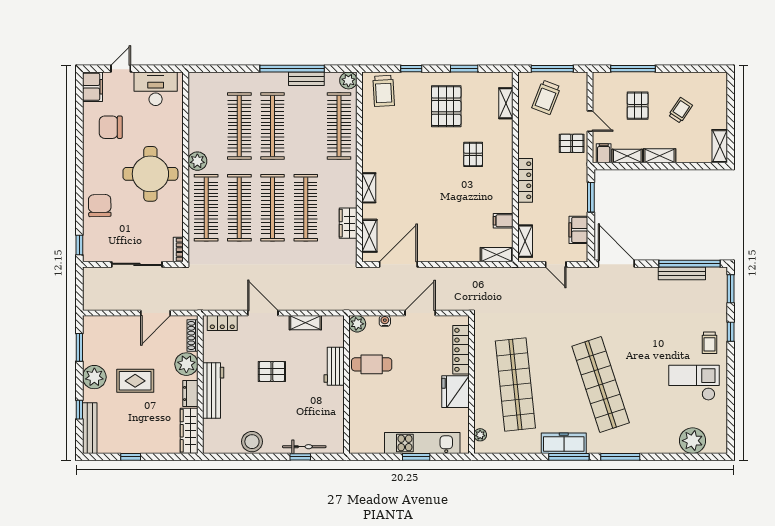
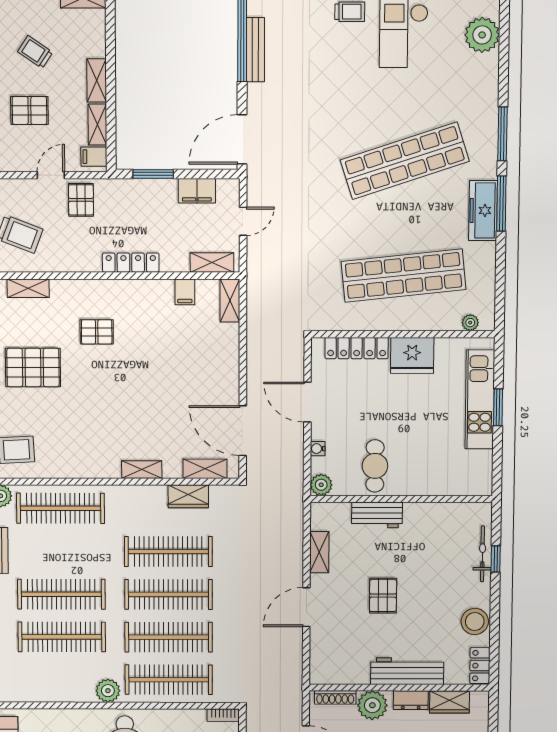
locker: (222, 323) -> (480, 666), moved, turned 180
wardrobe: (189, 431) -> (449, 702), width x0.67

